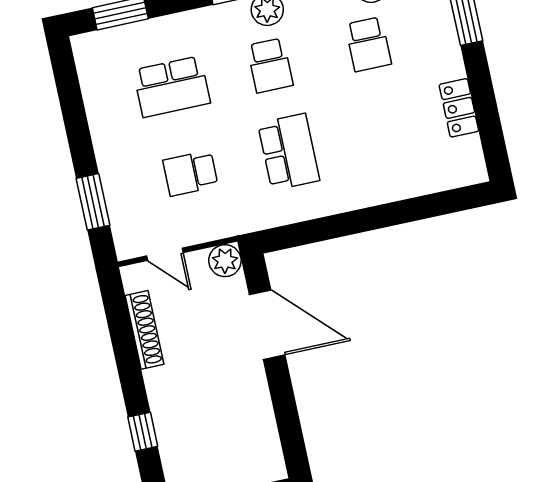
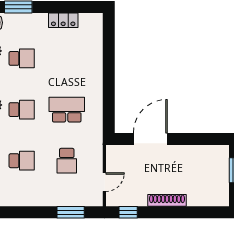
school desk: (172, 87) -> (22, 161), width x0.54
plant: (225, 261) -> (114, 153), removed
shoe rack: (144, 330) -> (167, 200), moved
window: (143, 432) -> (128, 212), moved

